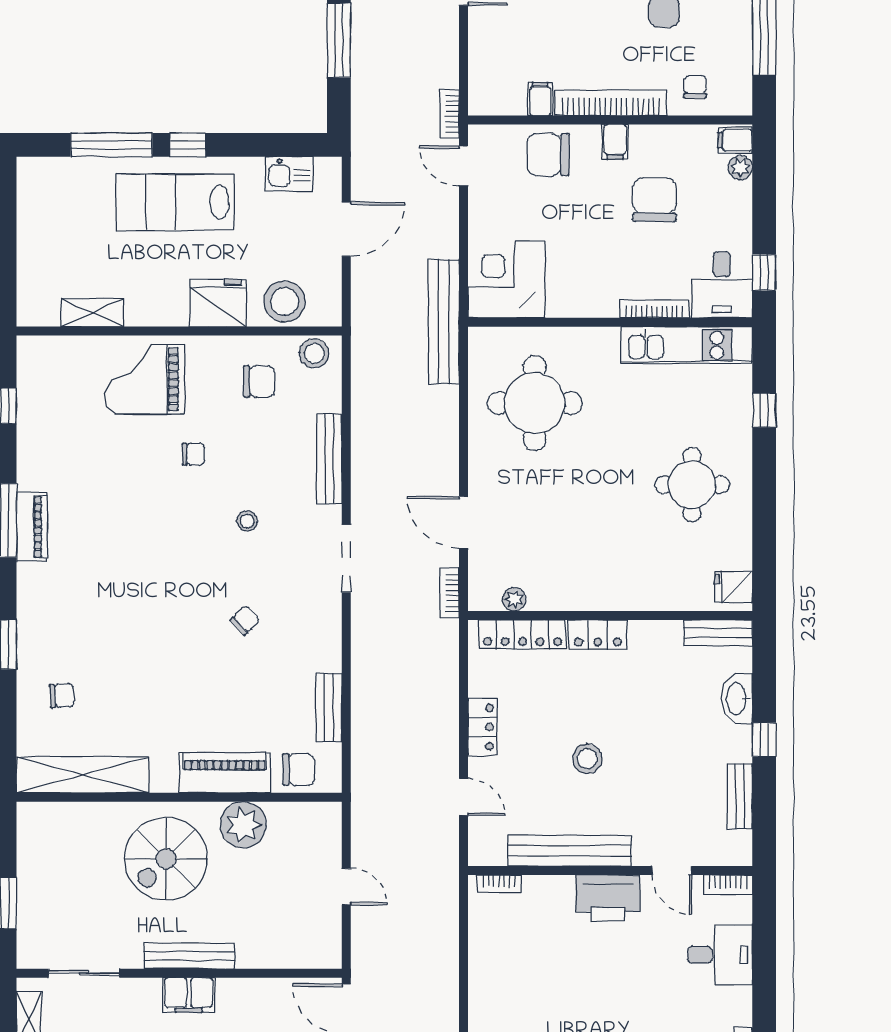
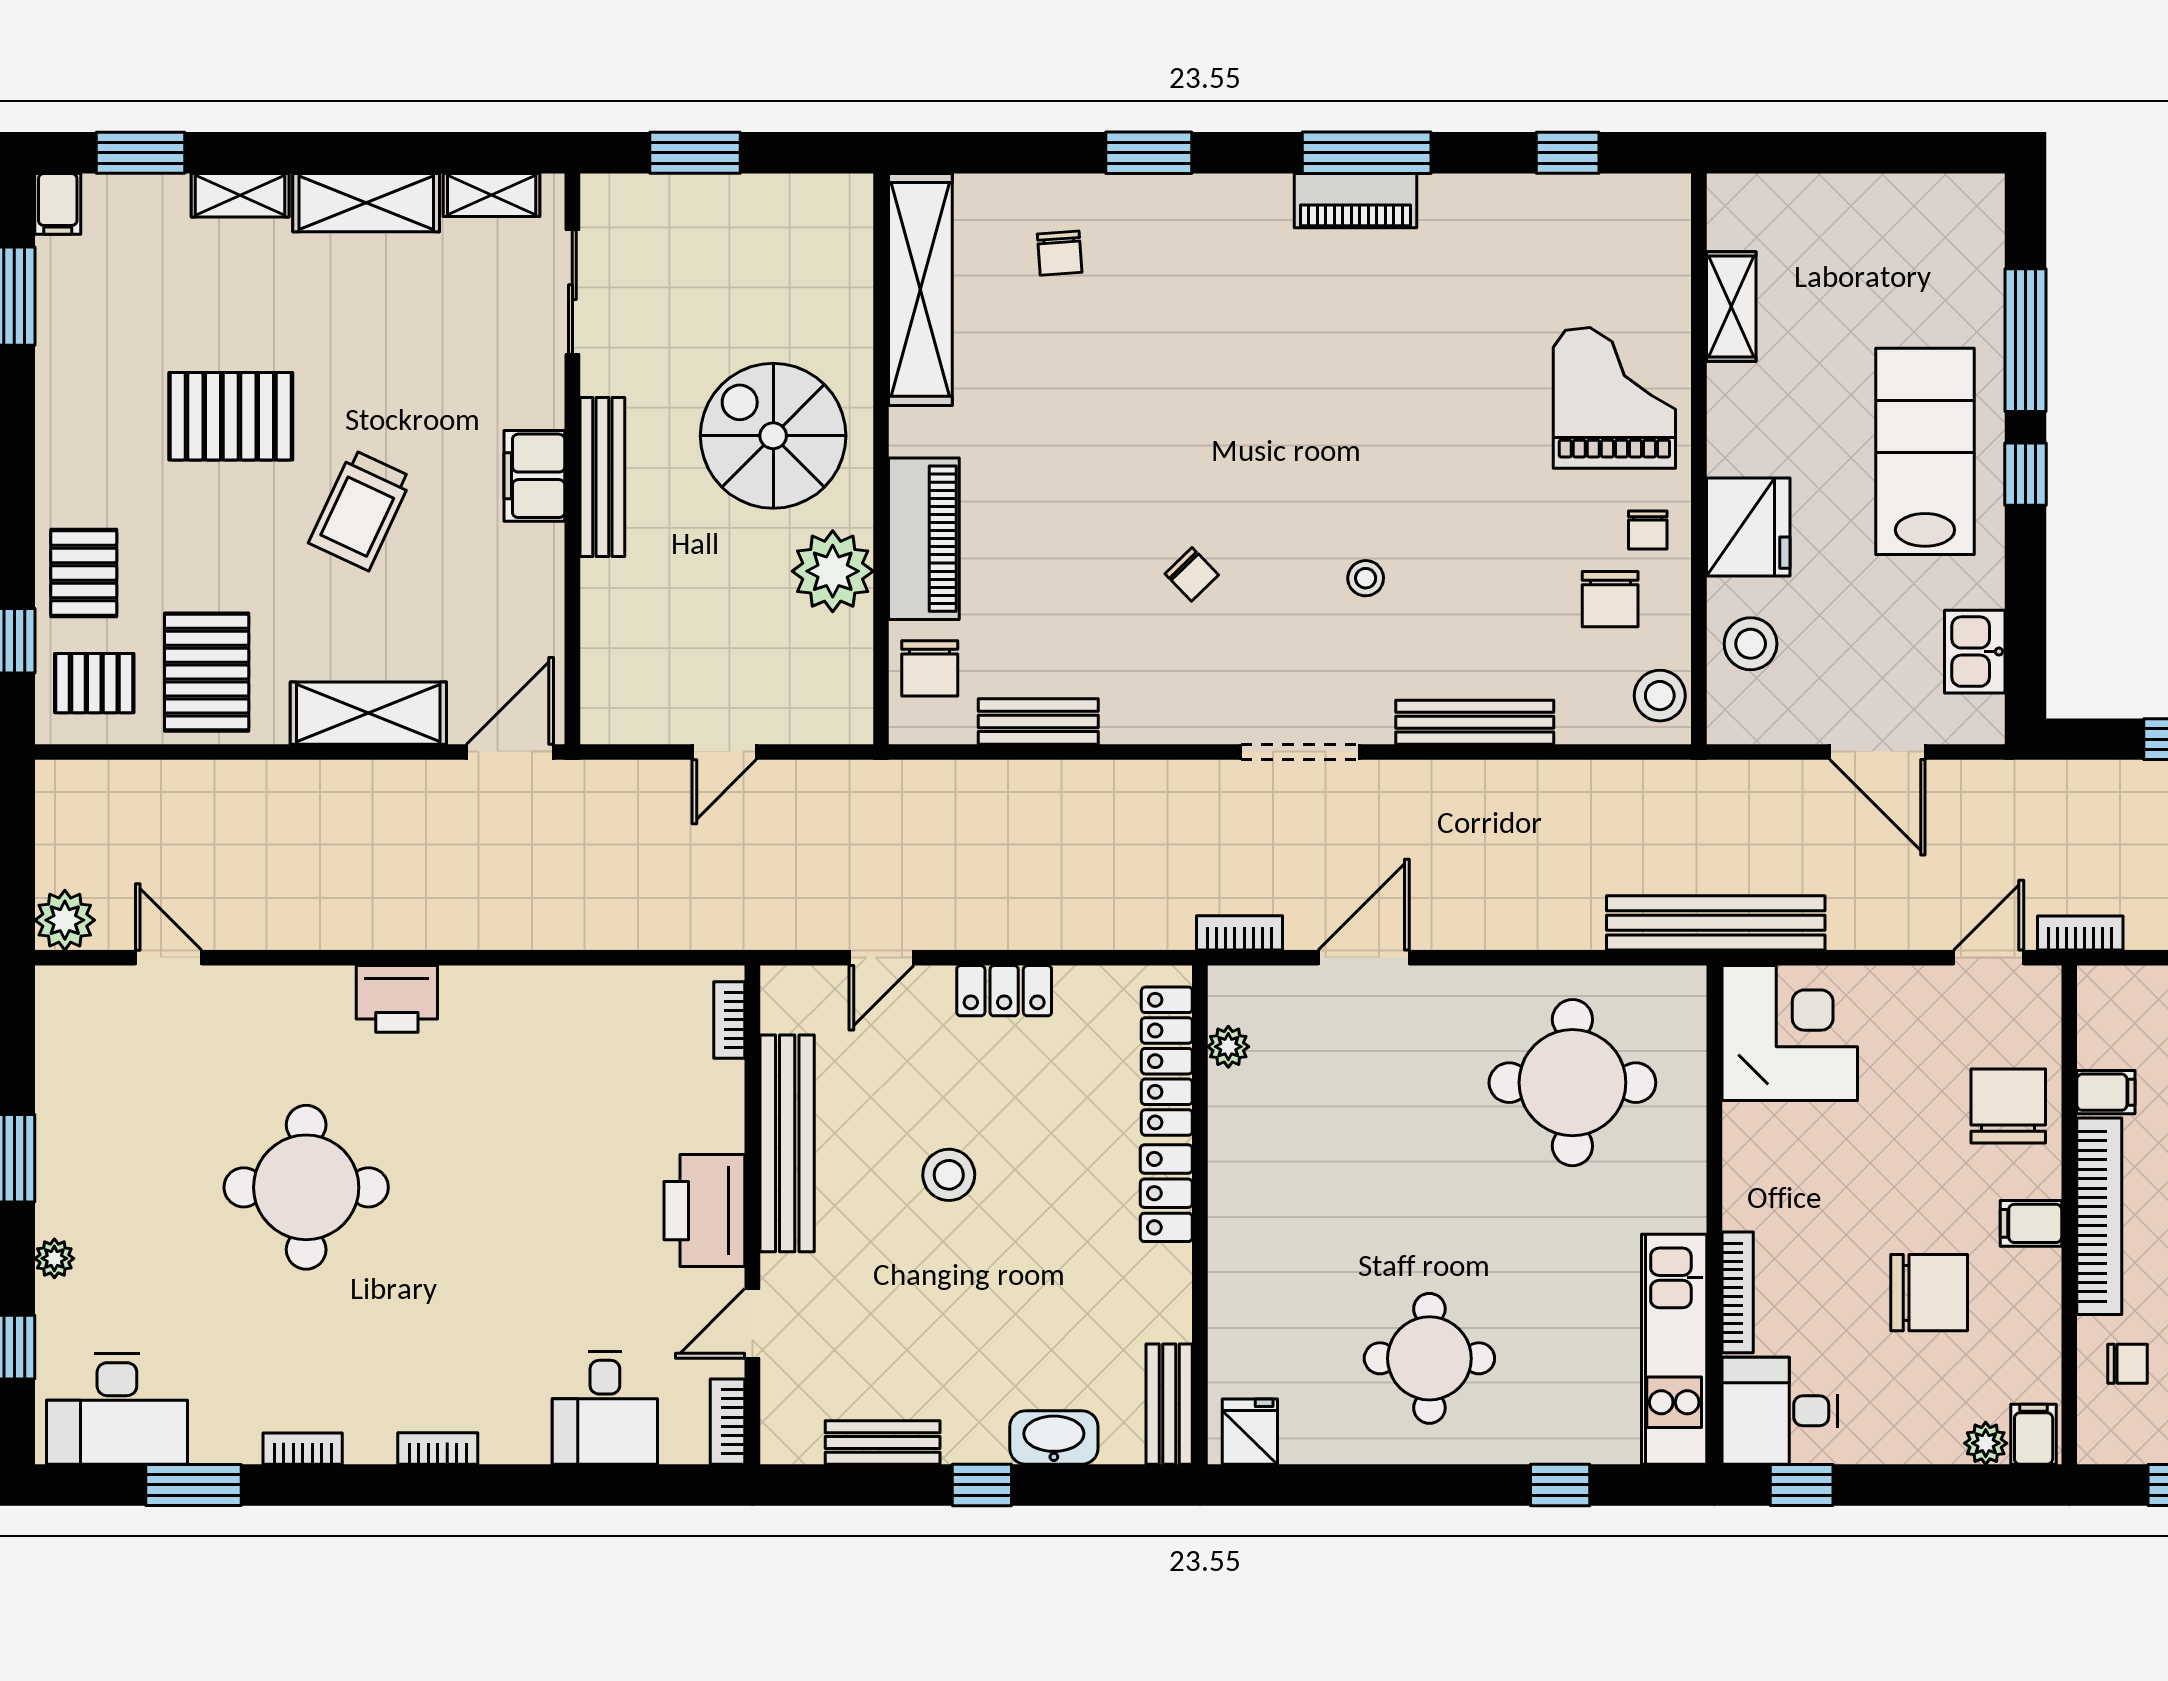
stool: (285, 302) -> (1751, 644), width x0.73, depth x0.73
chair: (193, 454) -> (1648, 530), moved

